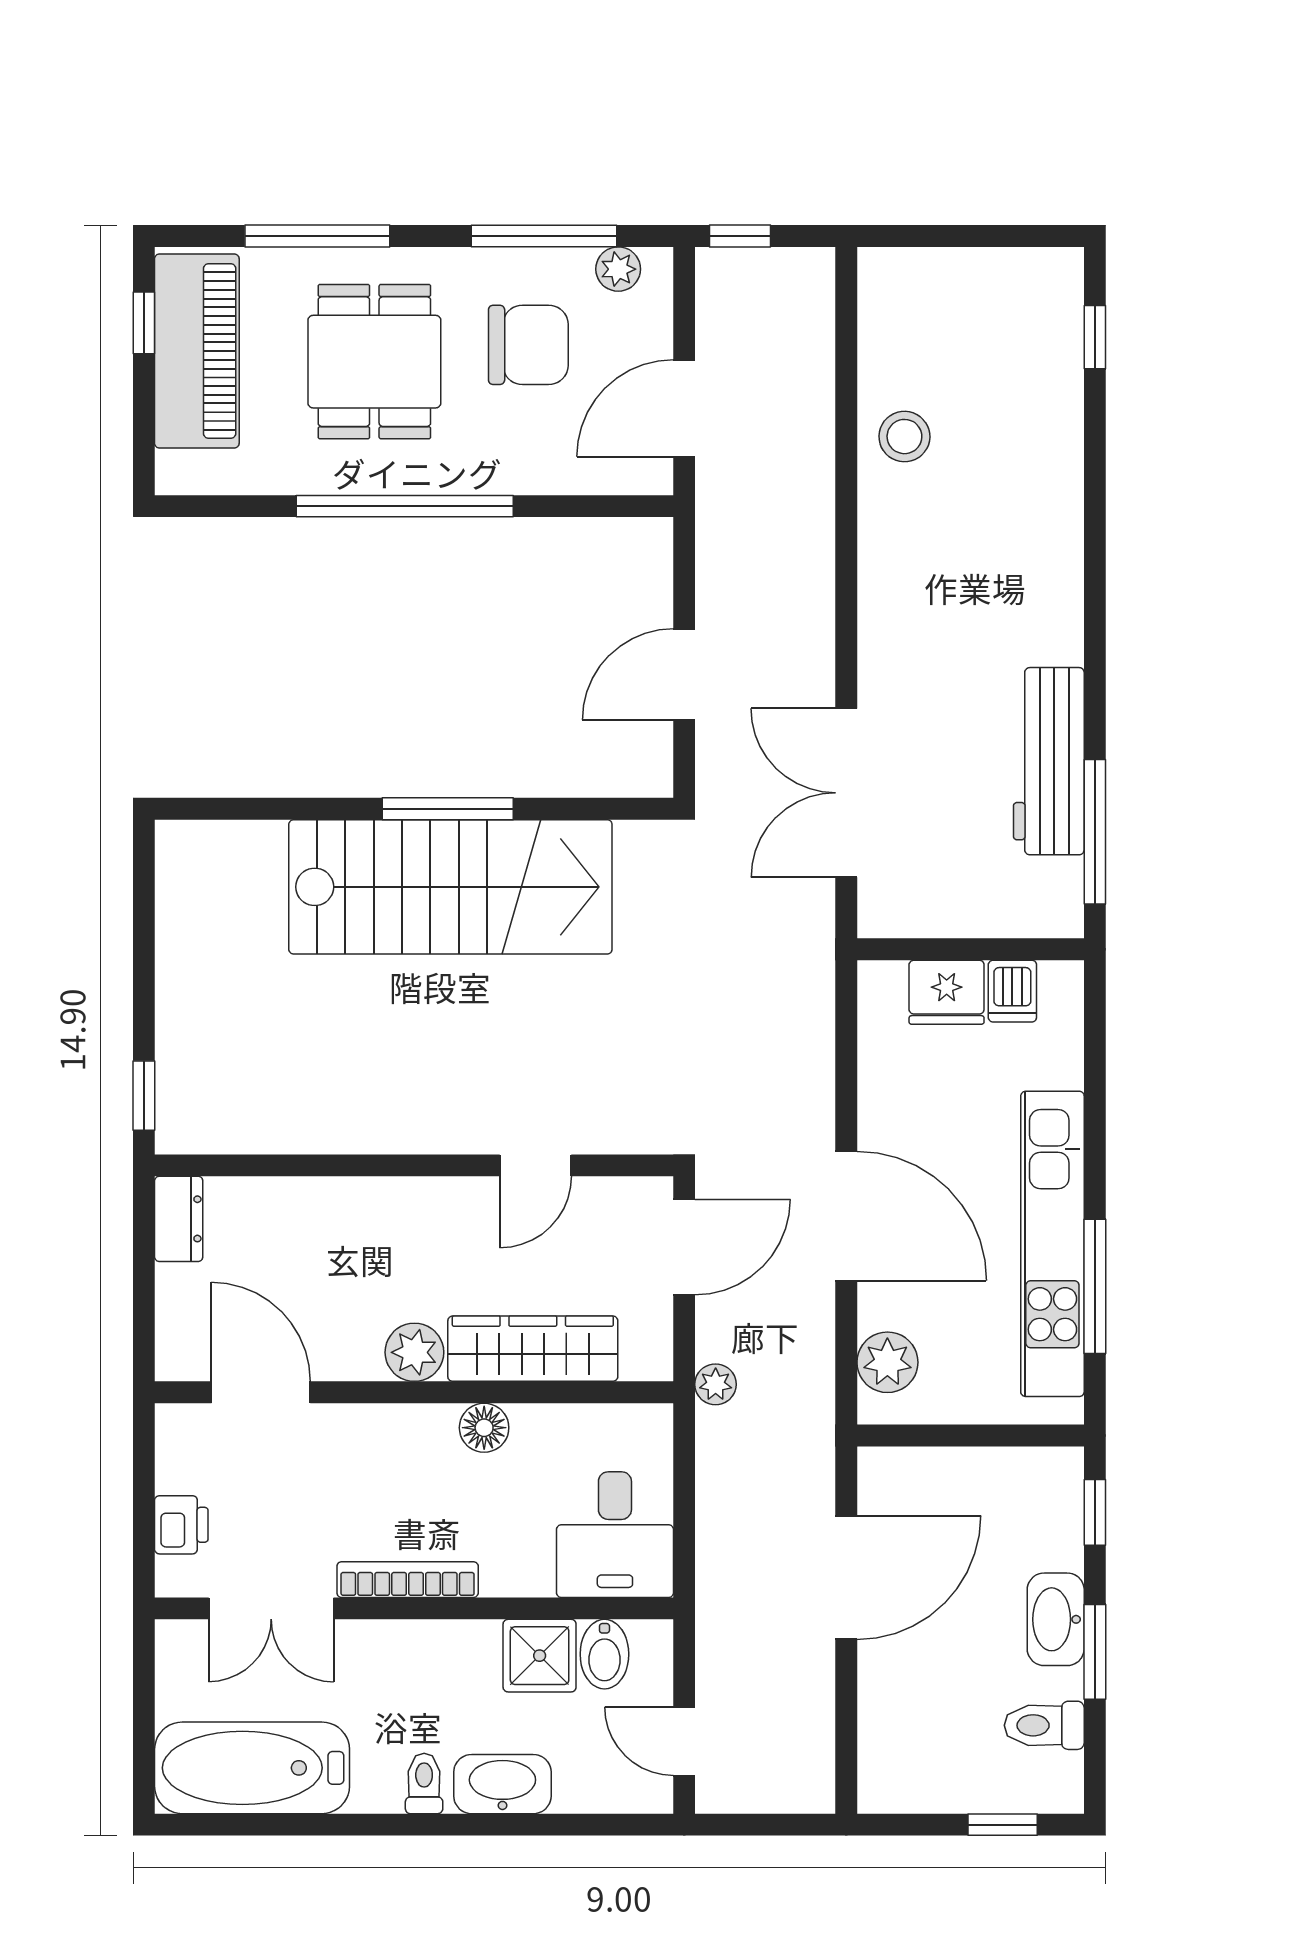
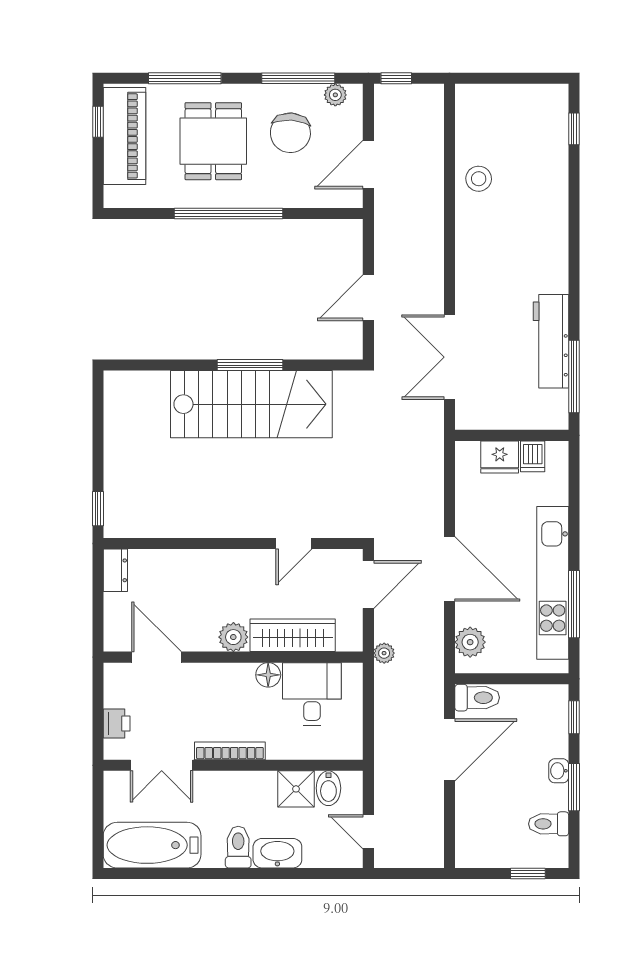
chair: (528, 345) -> (290, 133), turned 94
toilet: (901, 1473) -> (477, 698), added
desk: (615, 1535) -> (312, 694), moved, turned 180
washbasin: (1056, 1619) -> (559, 771), width x0.52, depth x0.69
toilet: (424, 1783) -> (238, 847), width x1.37, depth x1.39

